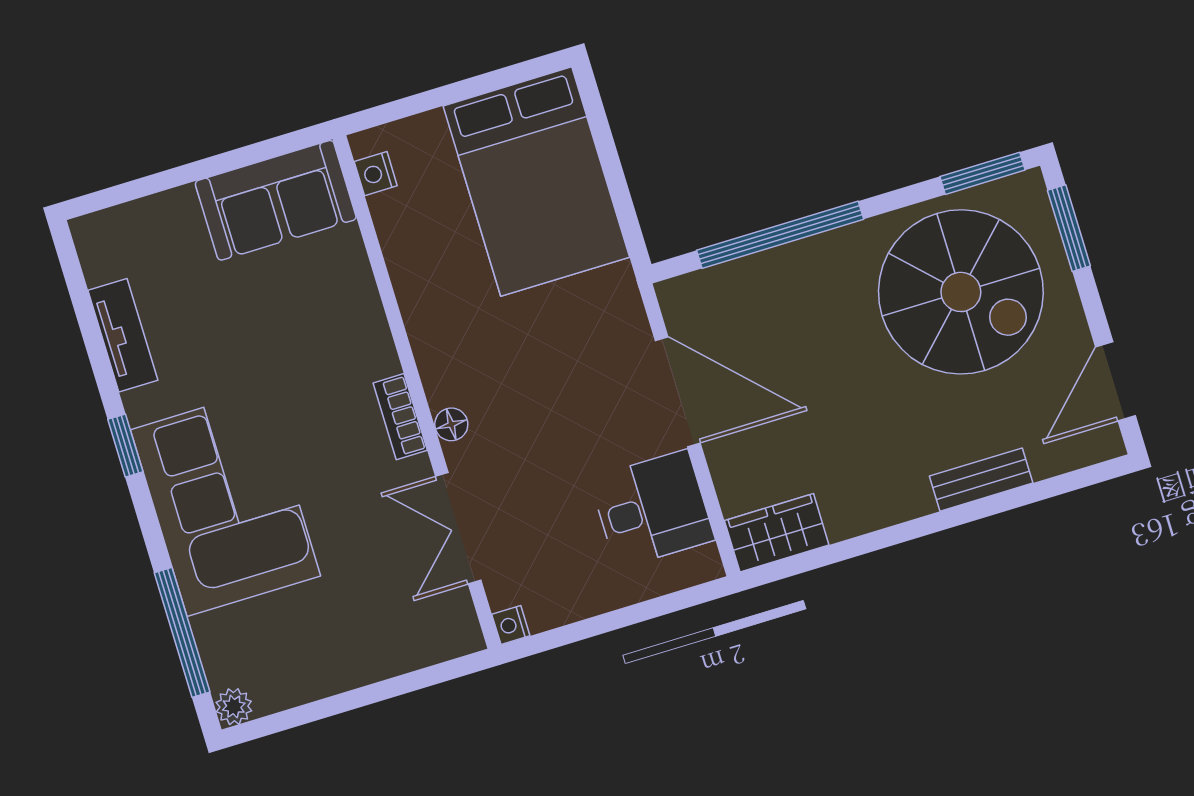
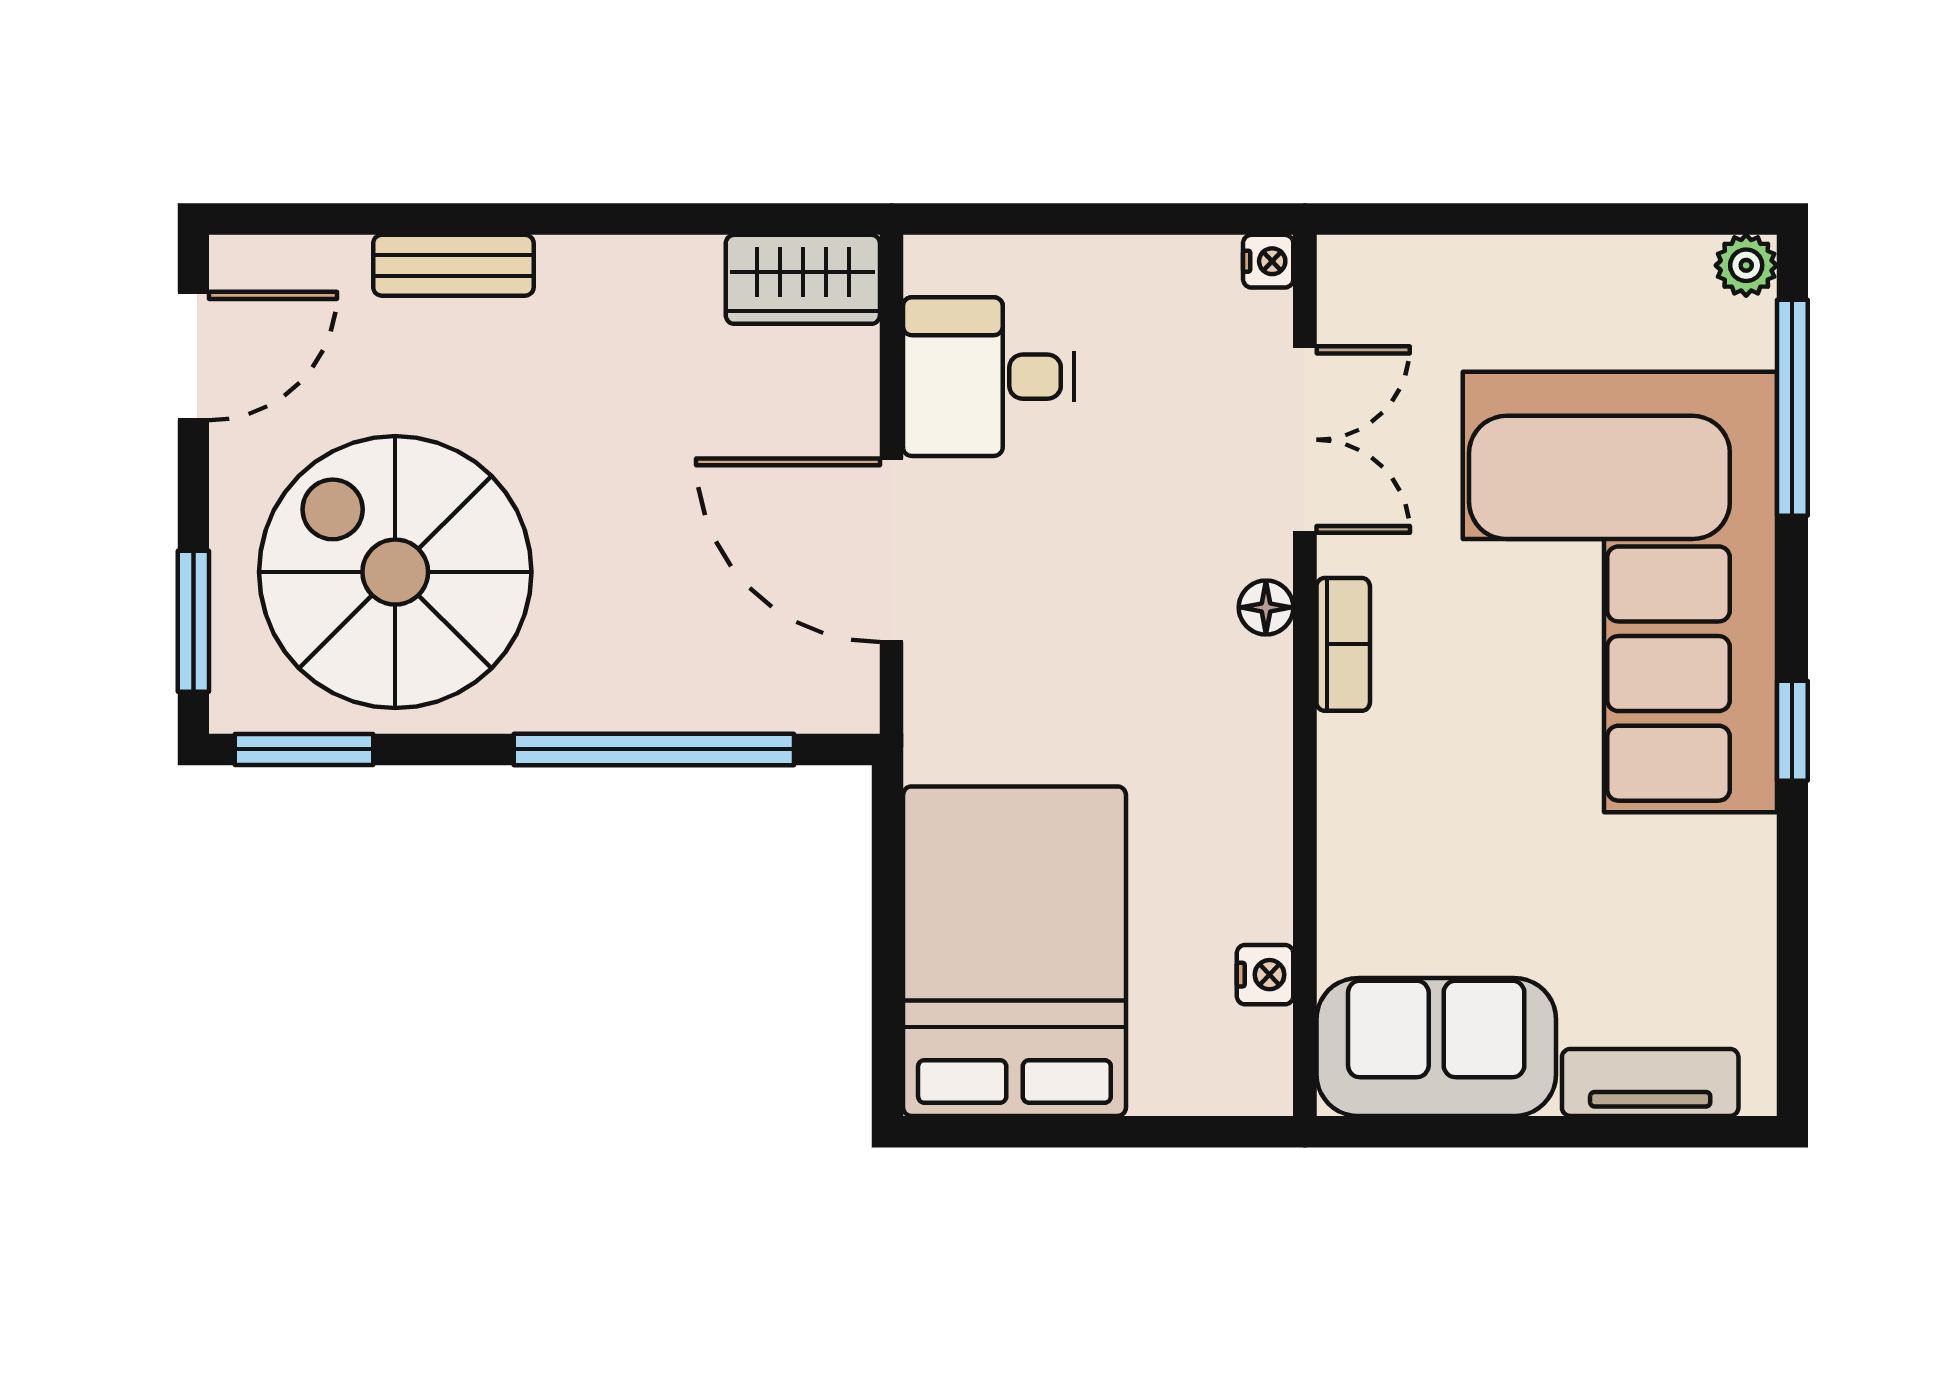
nightstand: (376, 174) -> (1265, 975), moved
tv unit: (123, 335) -> (1650, 1082), moved, turned 90
corner sofa: (225, 503) -> (1620, 592), width x1.36, depth x1.36

